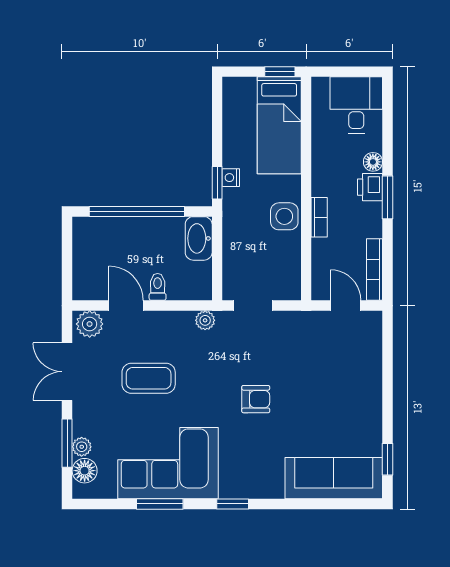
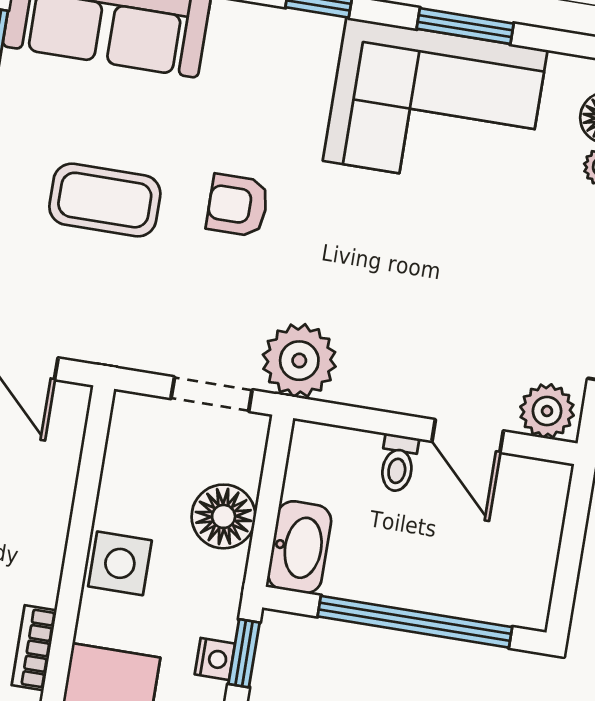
bookcase: (319, 217) -> (34, 648), moved
floor lamp: (238, 247) -> (224, 516), added
plant: (205, 320) -> (299, 361), width x1.88, depth x1.88
coffee table: (149, 378) -> (105, 200), moved

